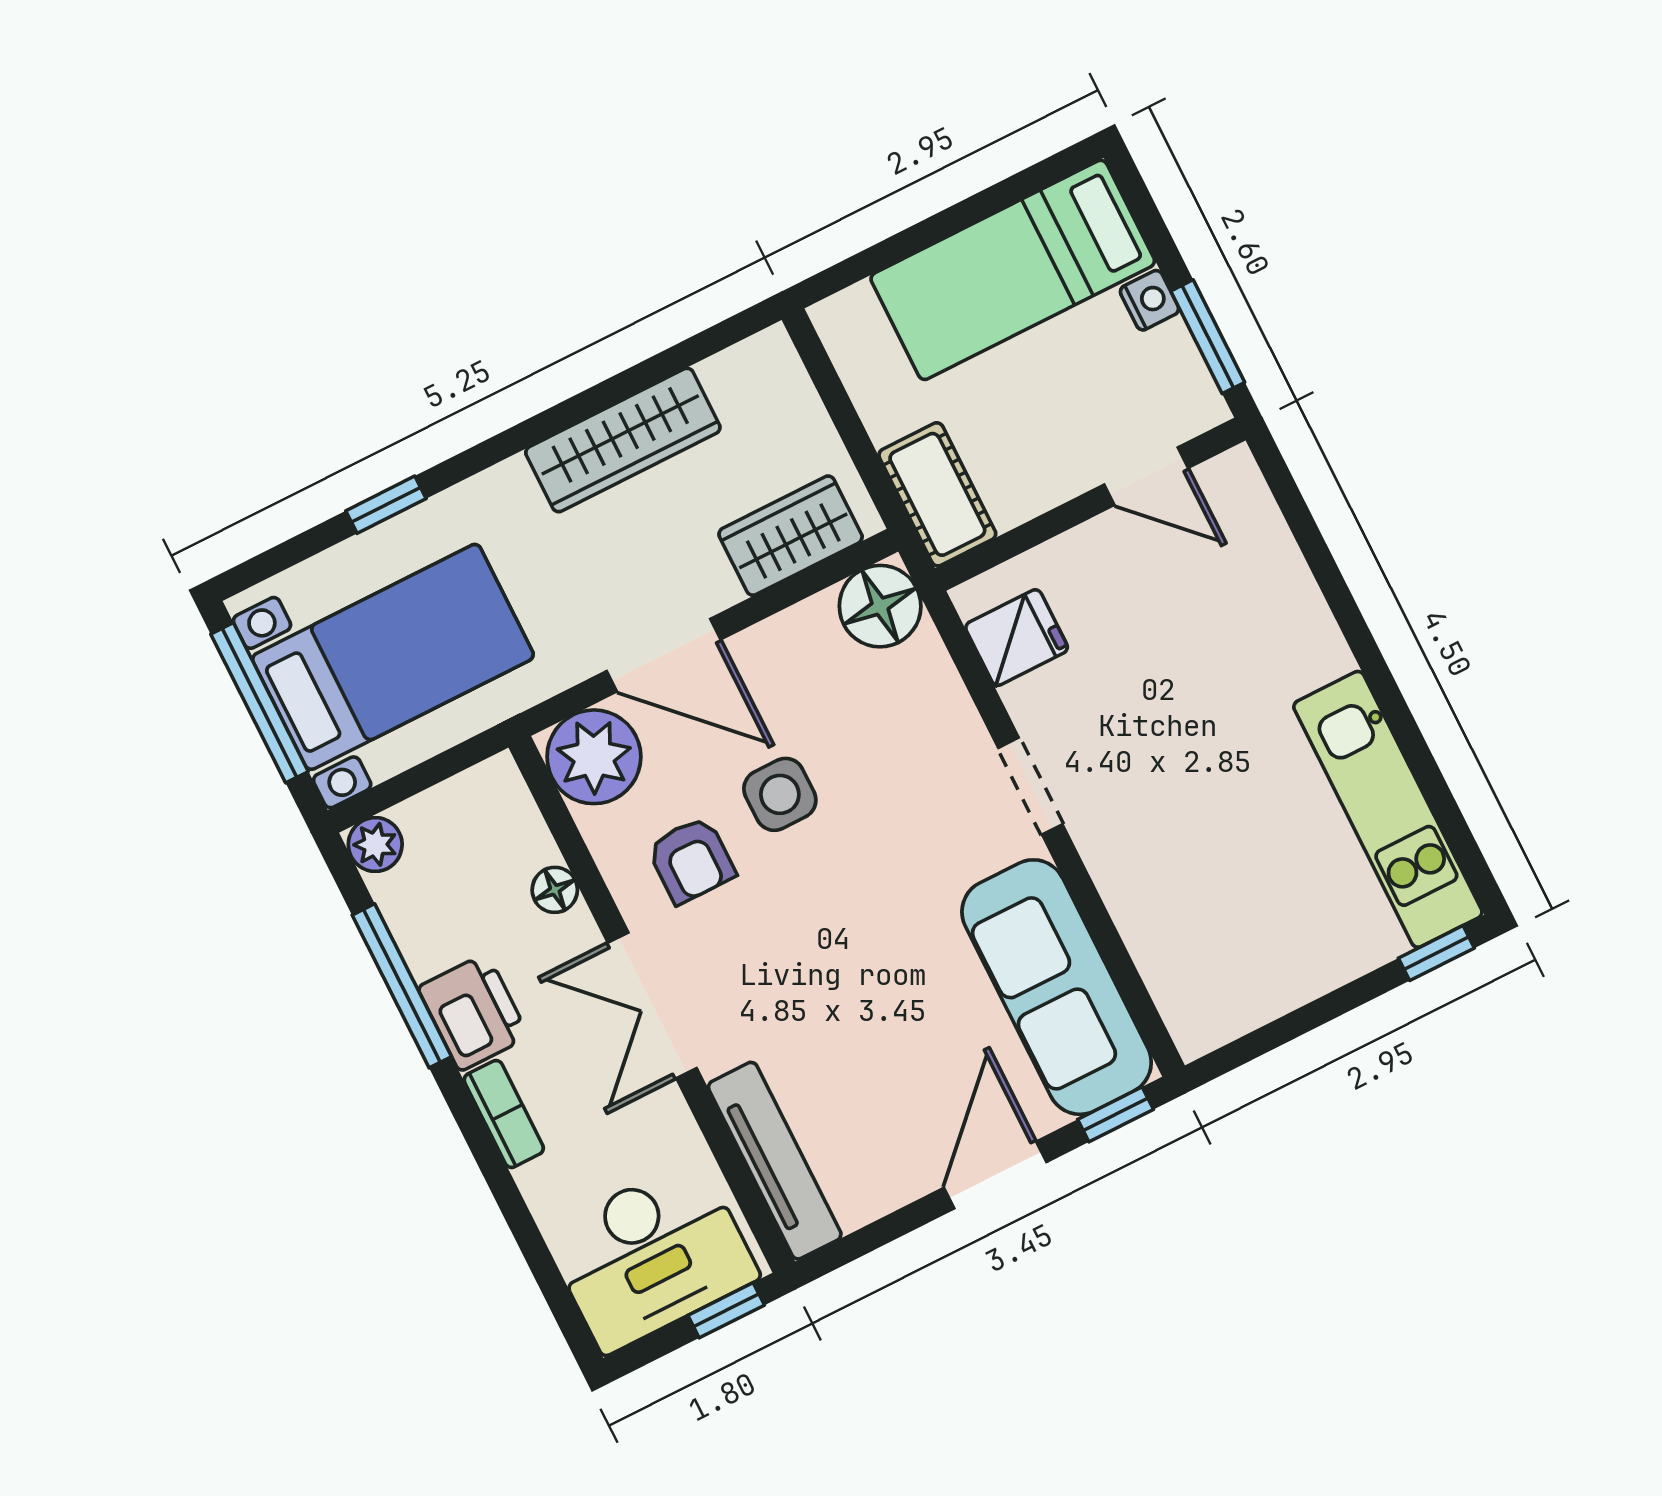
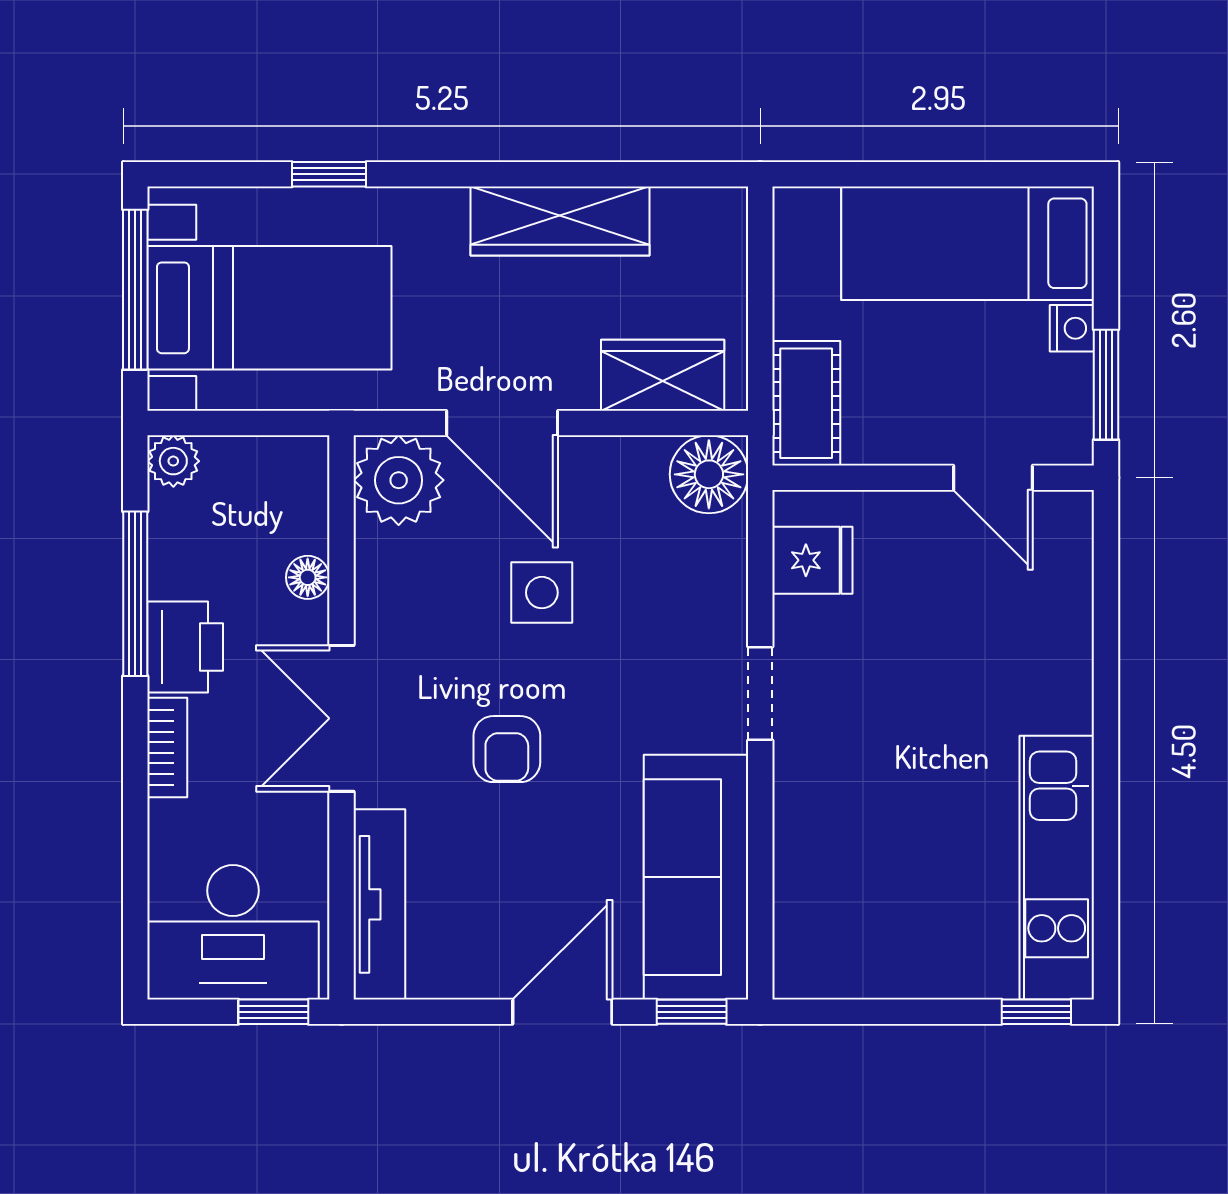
armchair: (691, 860) -> (507, 749), moved

